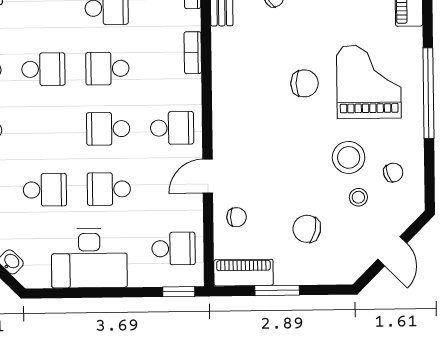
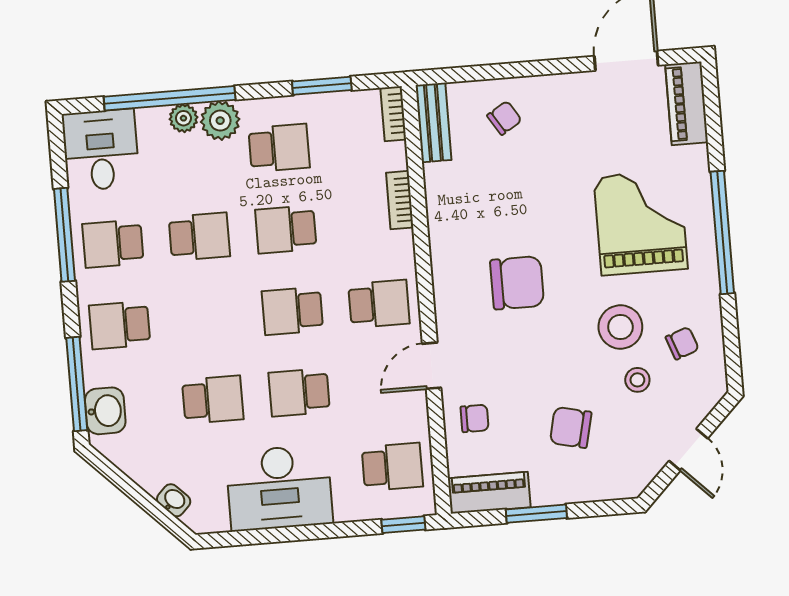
chair: (305, 83) -> (517, 283), moved, width x1.37, depth x1.37

